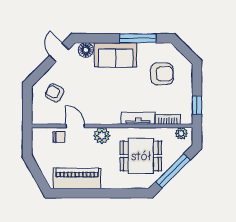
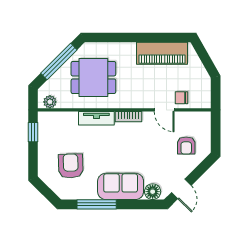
armchair: (162, 74) -> (71, 166), turned 88
armchair: (55, 93) -> (186, 146), turned 62
bookcase: (168, 120) -> (129, 117), moved
plant: (102, 136) -> (135, 99), removed

